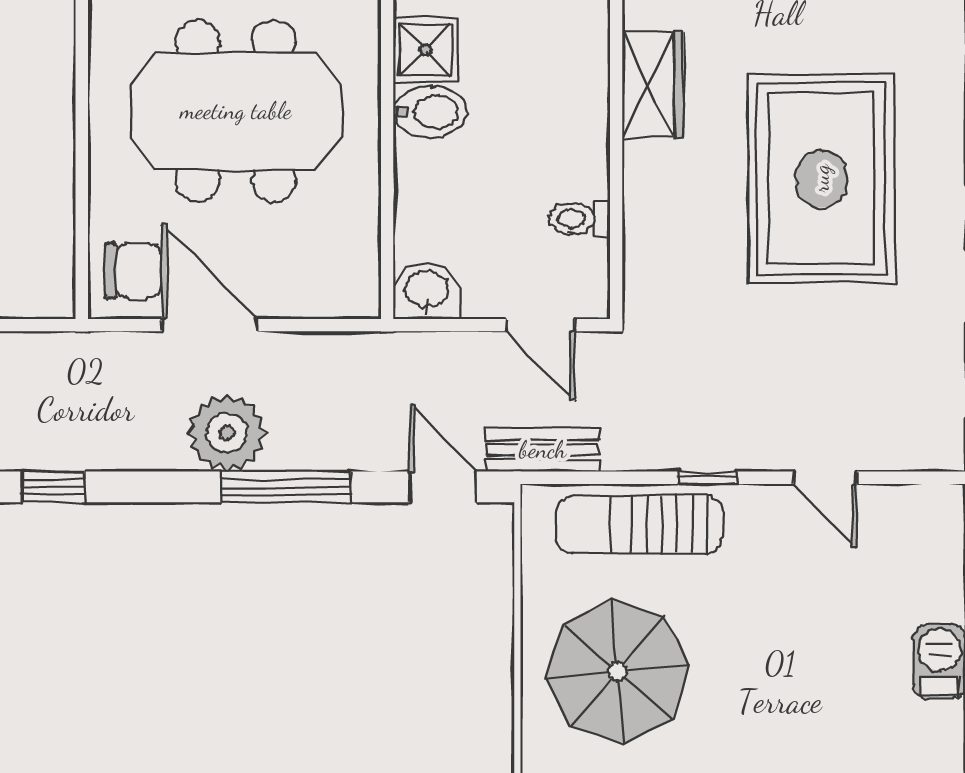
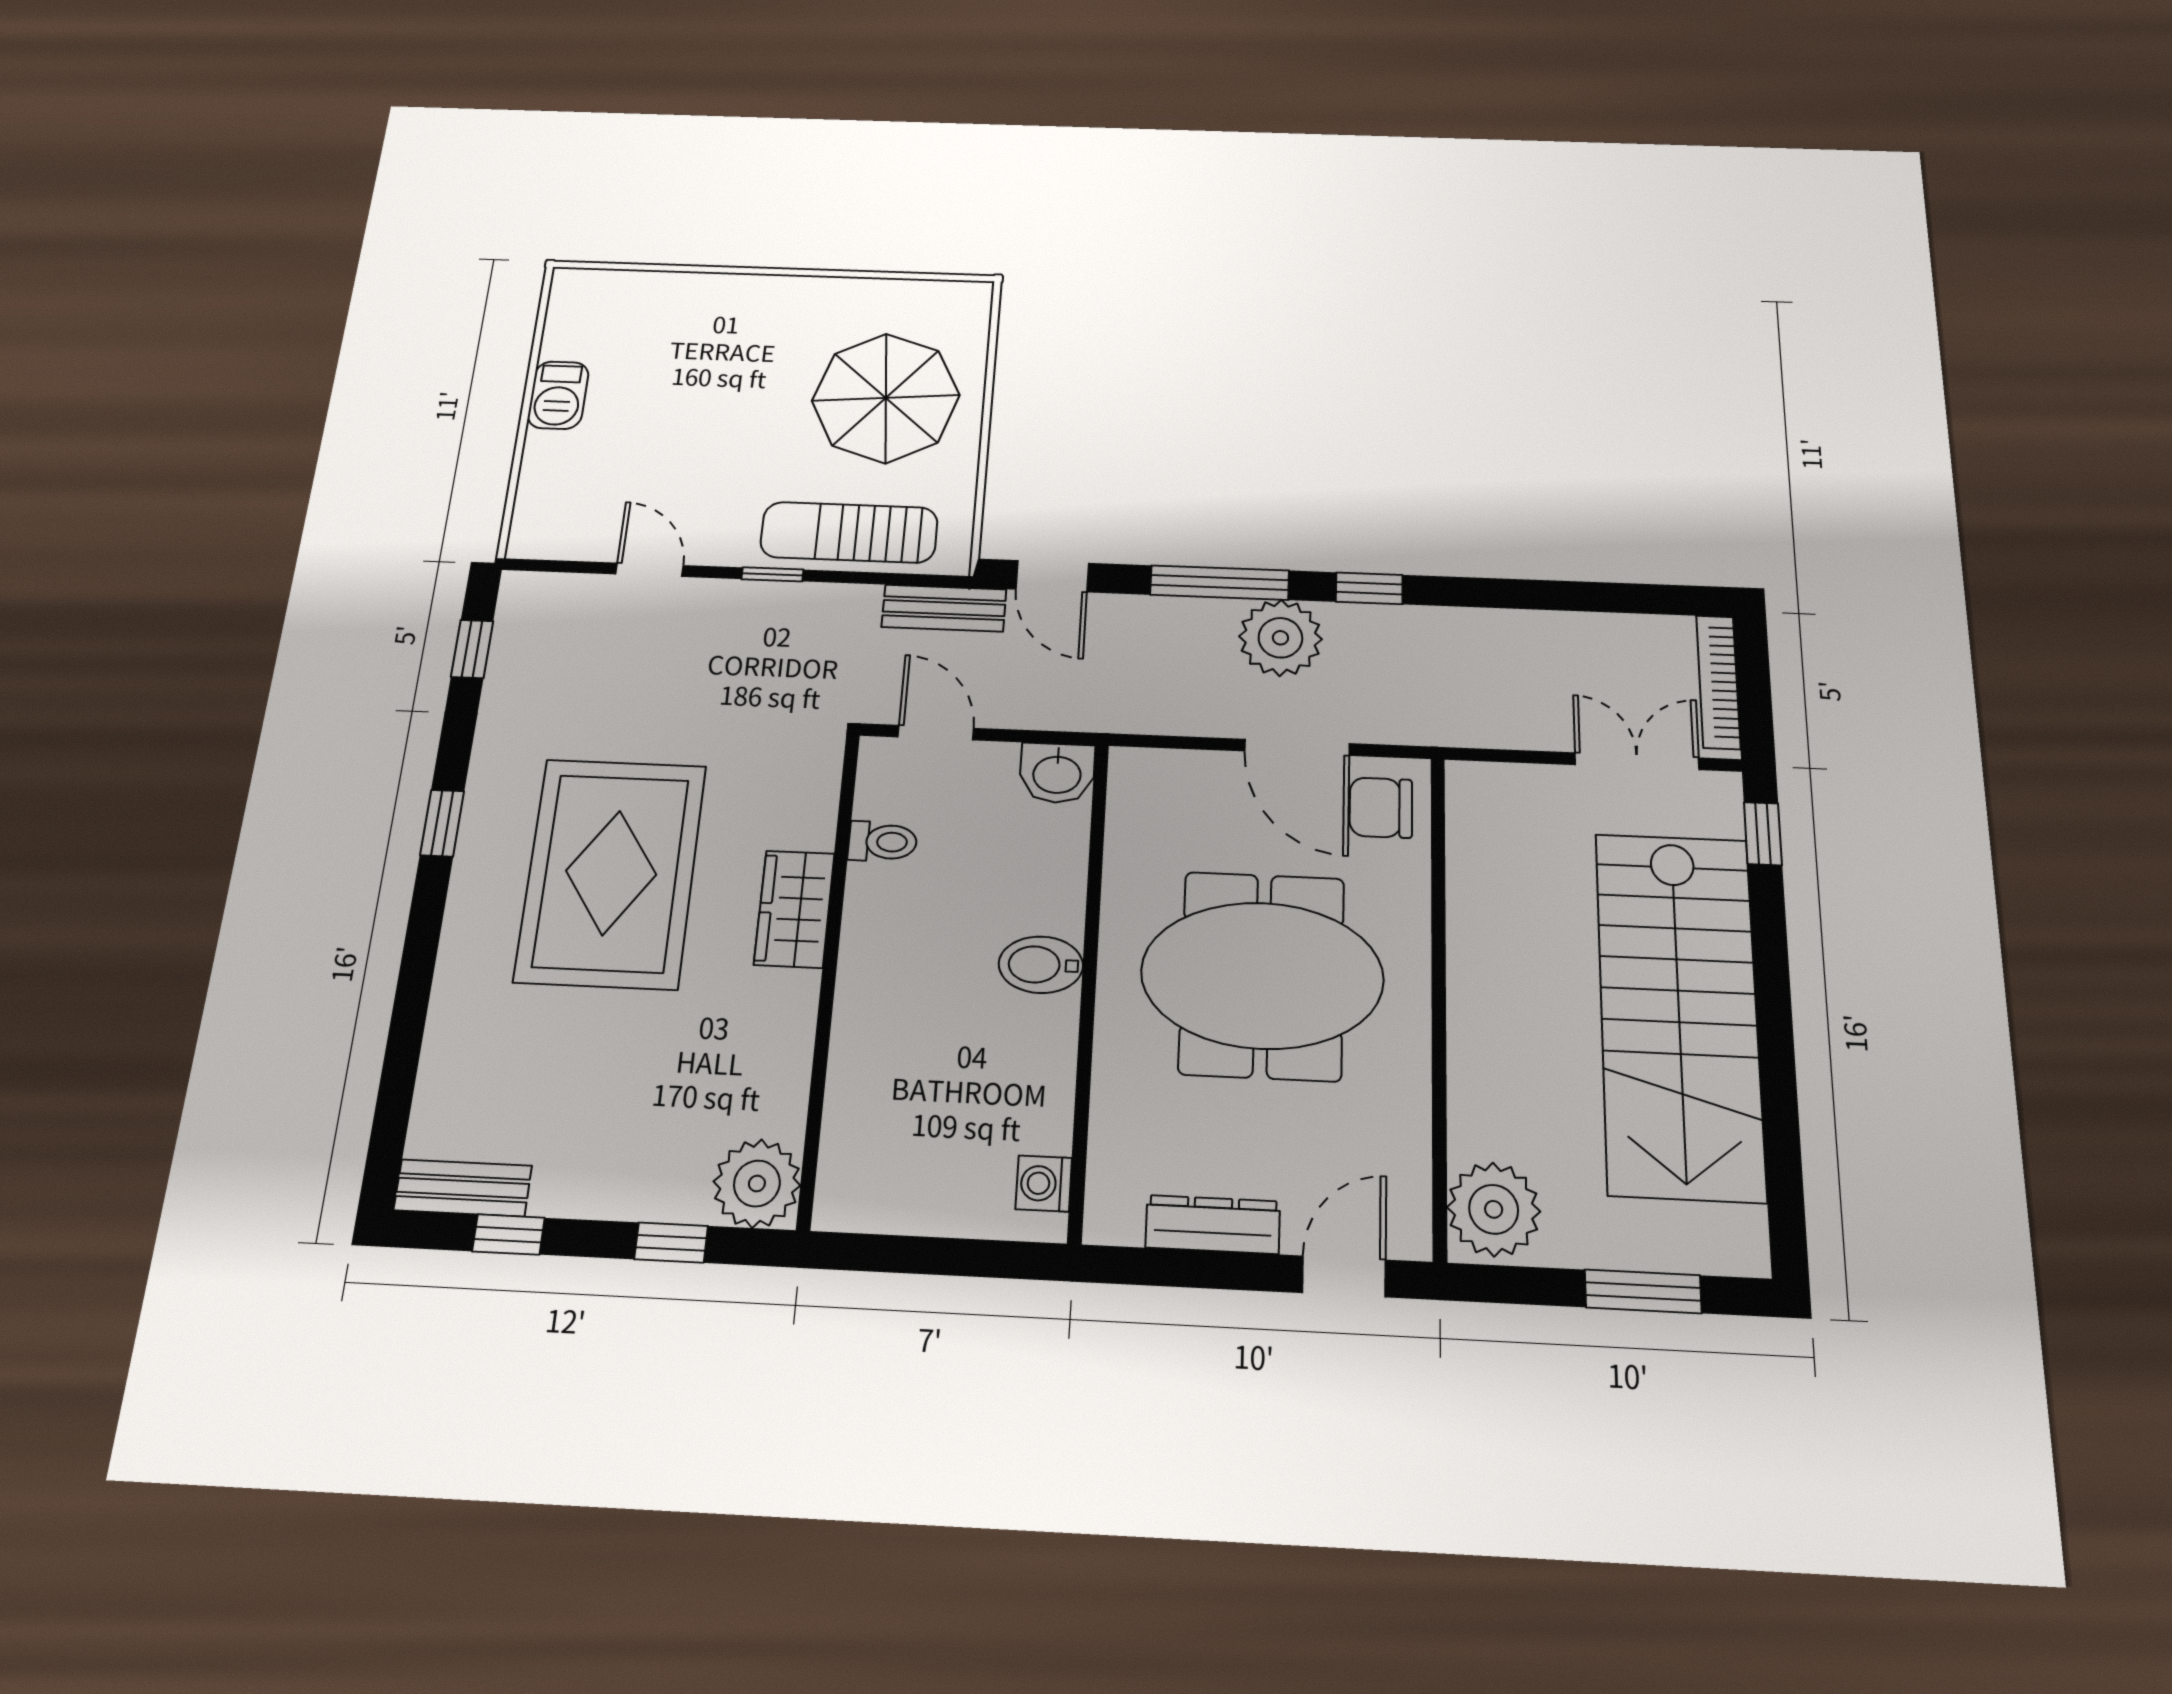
shower: (426, 50) -> (1042, 1035), removed
wardrobe: (653, 85) -> (794, 909), moved
window: (54, 487) -> (1369, 588), moved
sun lounger: (639, 525) -> (849, 532), turned 180

